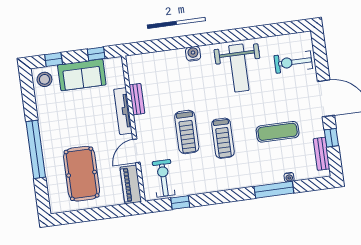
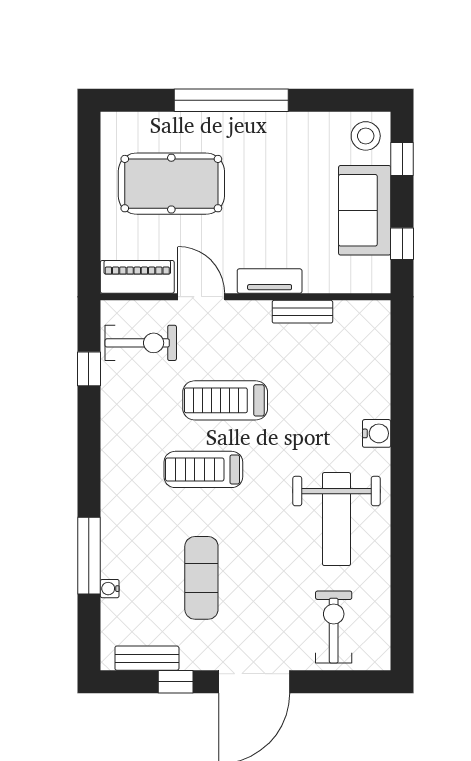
weight bench: (239, 68) -> (336, 519), turned -90
tv unit: (123, 111) -> (270, 281), width x0.71

